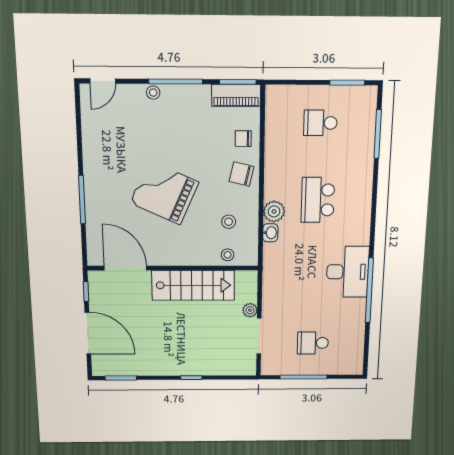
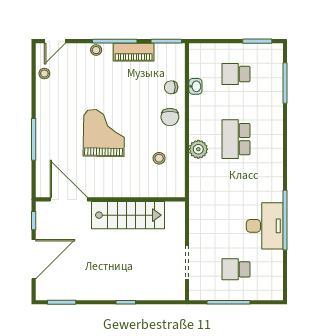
piano: (236, 96) -> (134, 52), moved
chair: (241, 174) -> (170, 117), turned -103
grand piano: (164, 193) -> (104, 133), turned 67
washbasin: (270, 233) -> (195, 86), moved
stool: (228, 255) -> (44, 74), moved
desk: (348, 272) -> (265, 226), moved
plant: (250, 310) -> (179, 238), removed
door: (88, 333) -> (34, 259), hinge flipped

